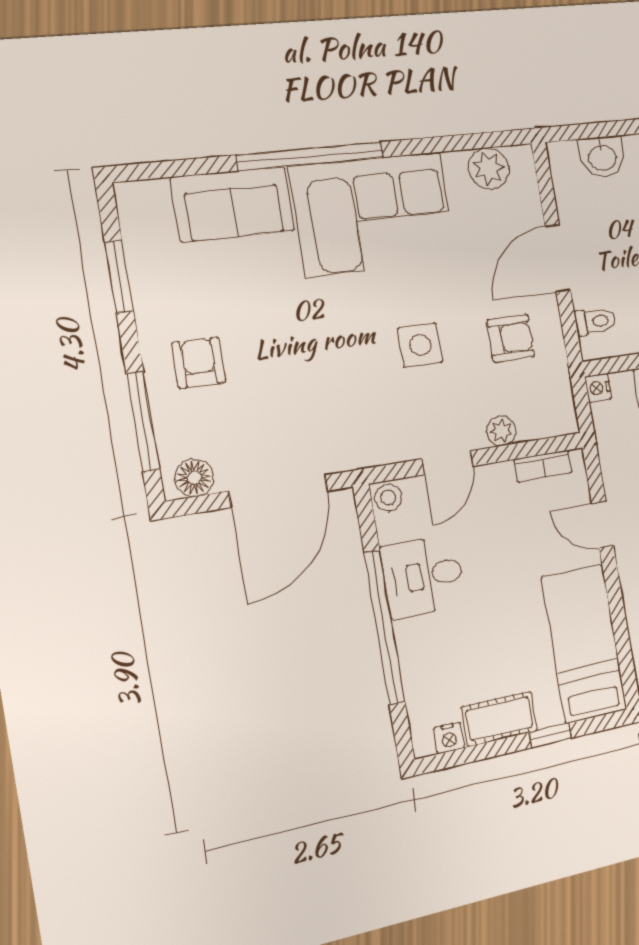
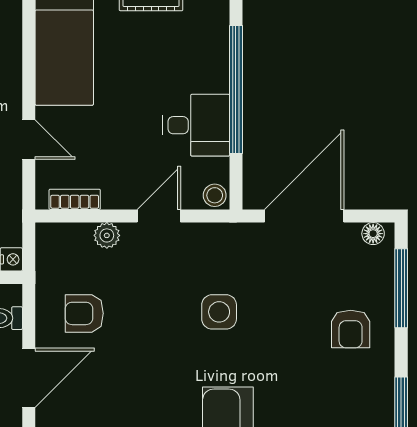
side table: (420, 345) -> (219, 312), moved
floor lamp: (194, 478) -> (373, 234), width x0.73, depth x0.73

